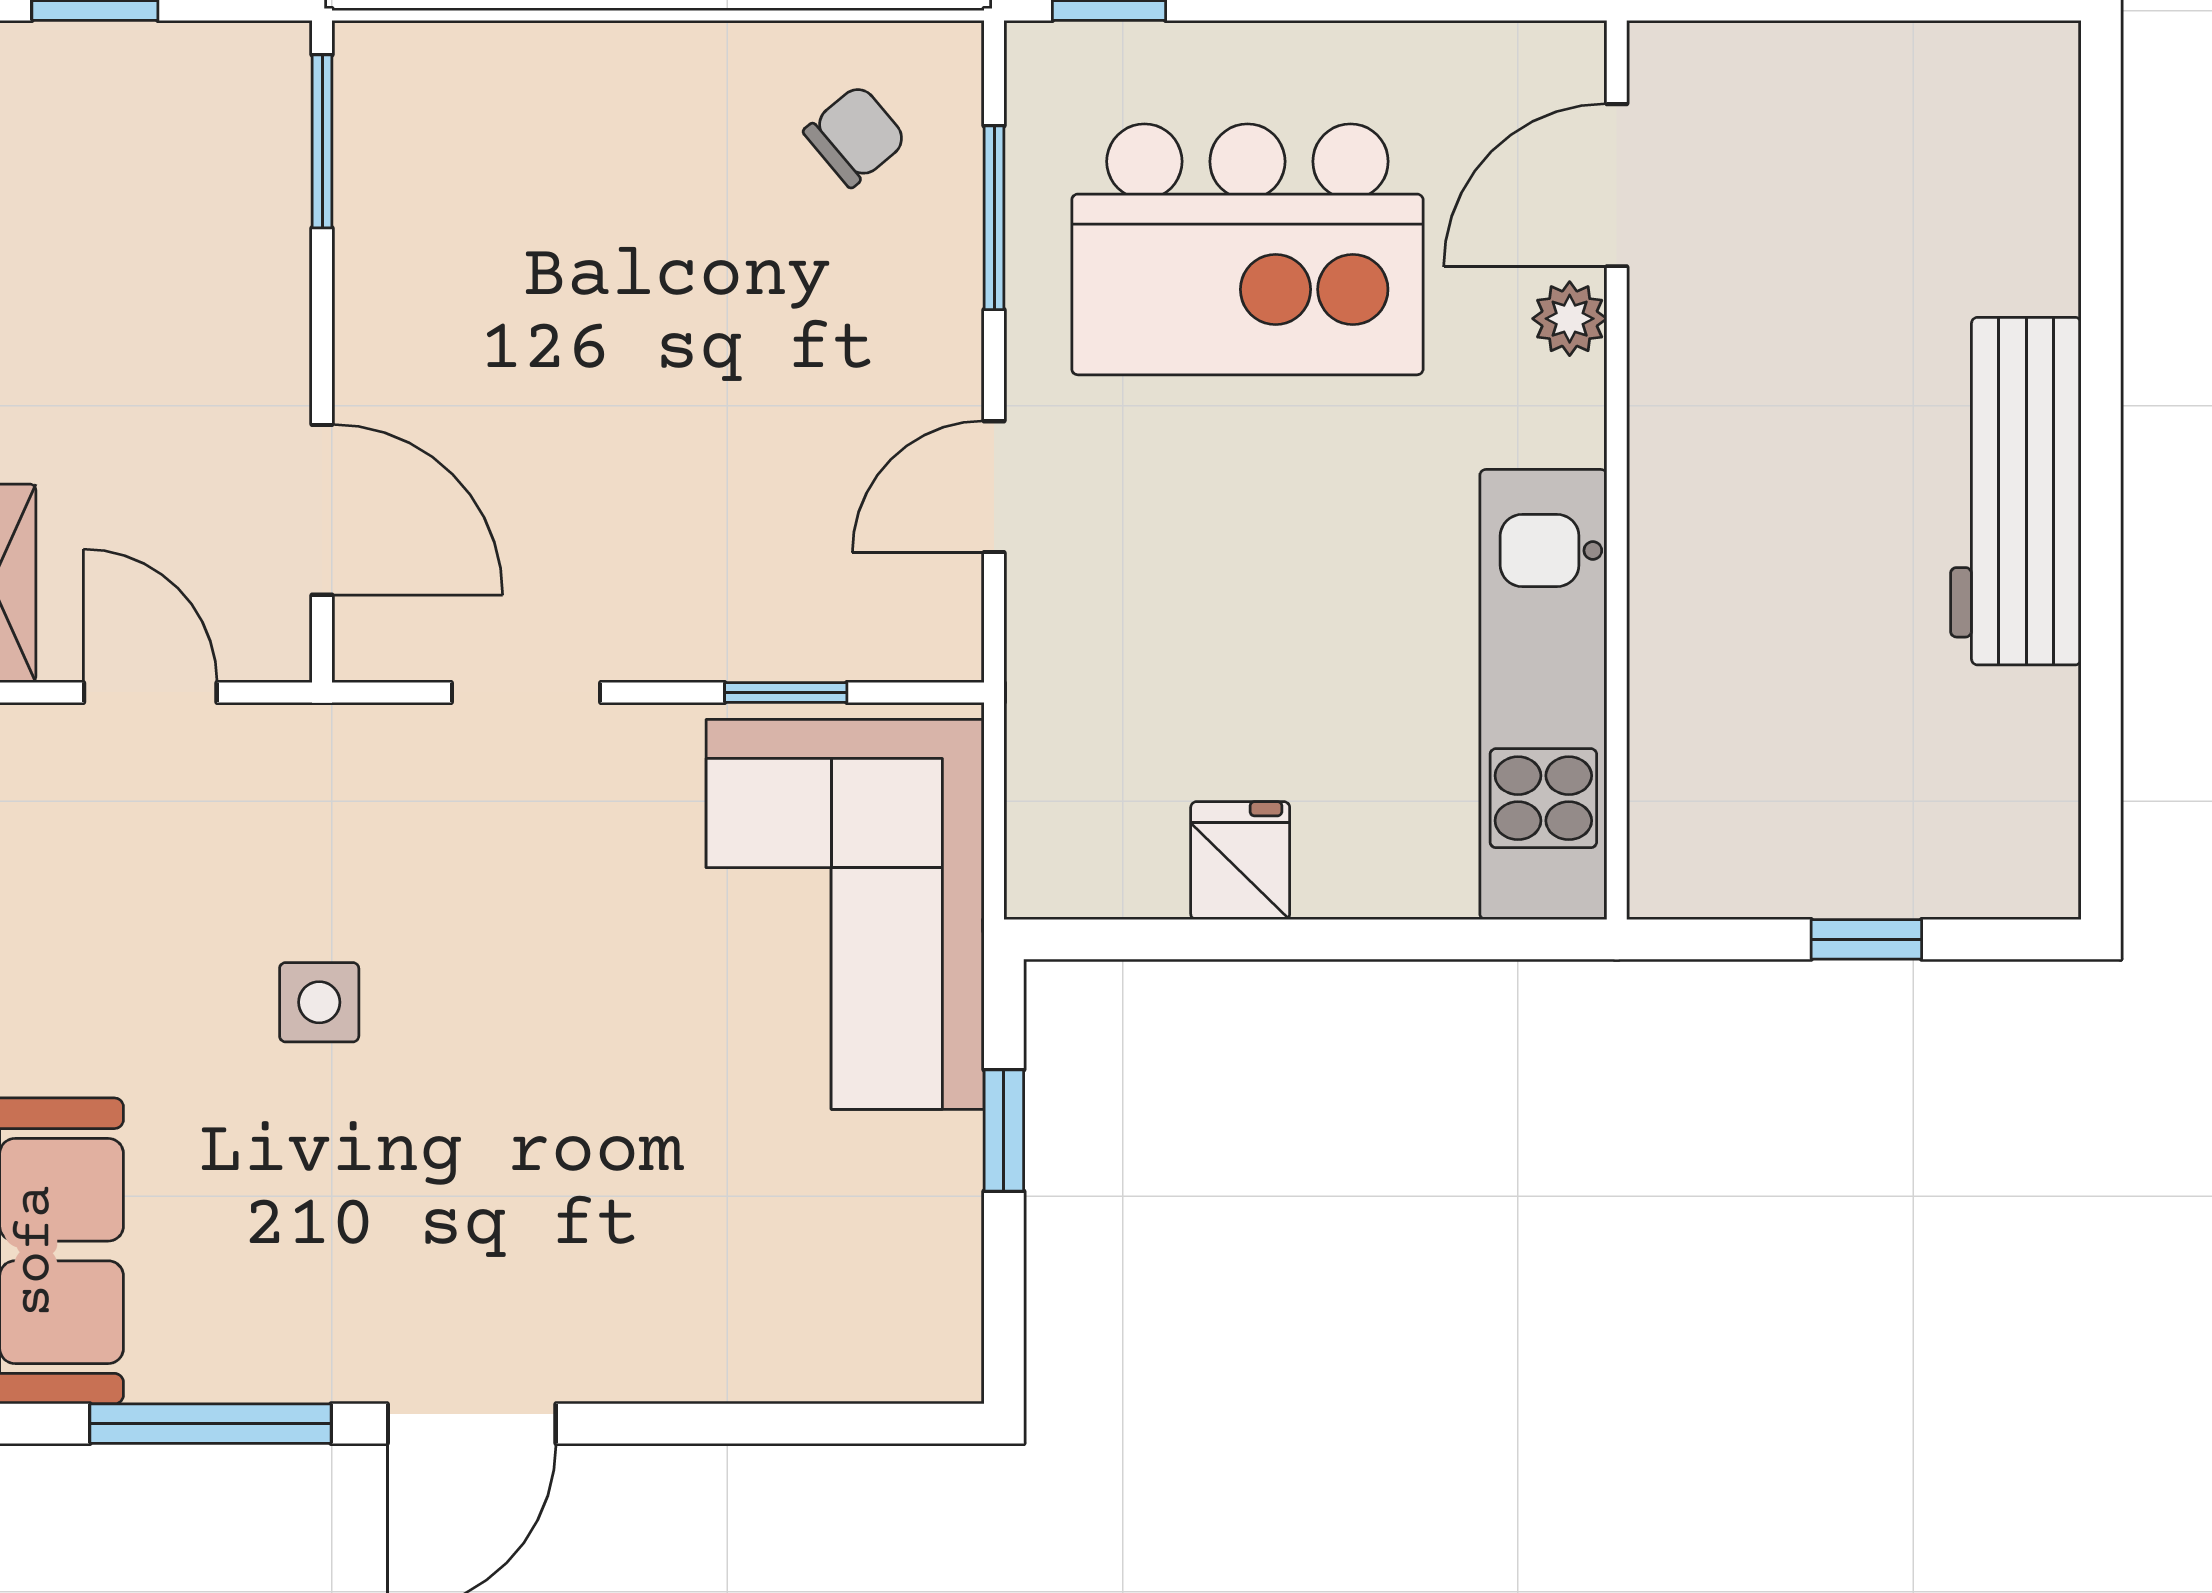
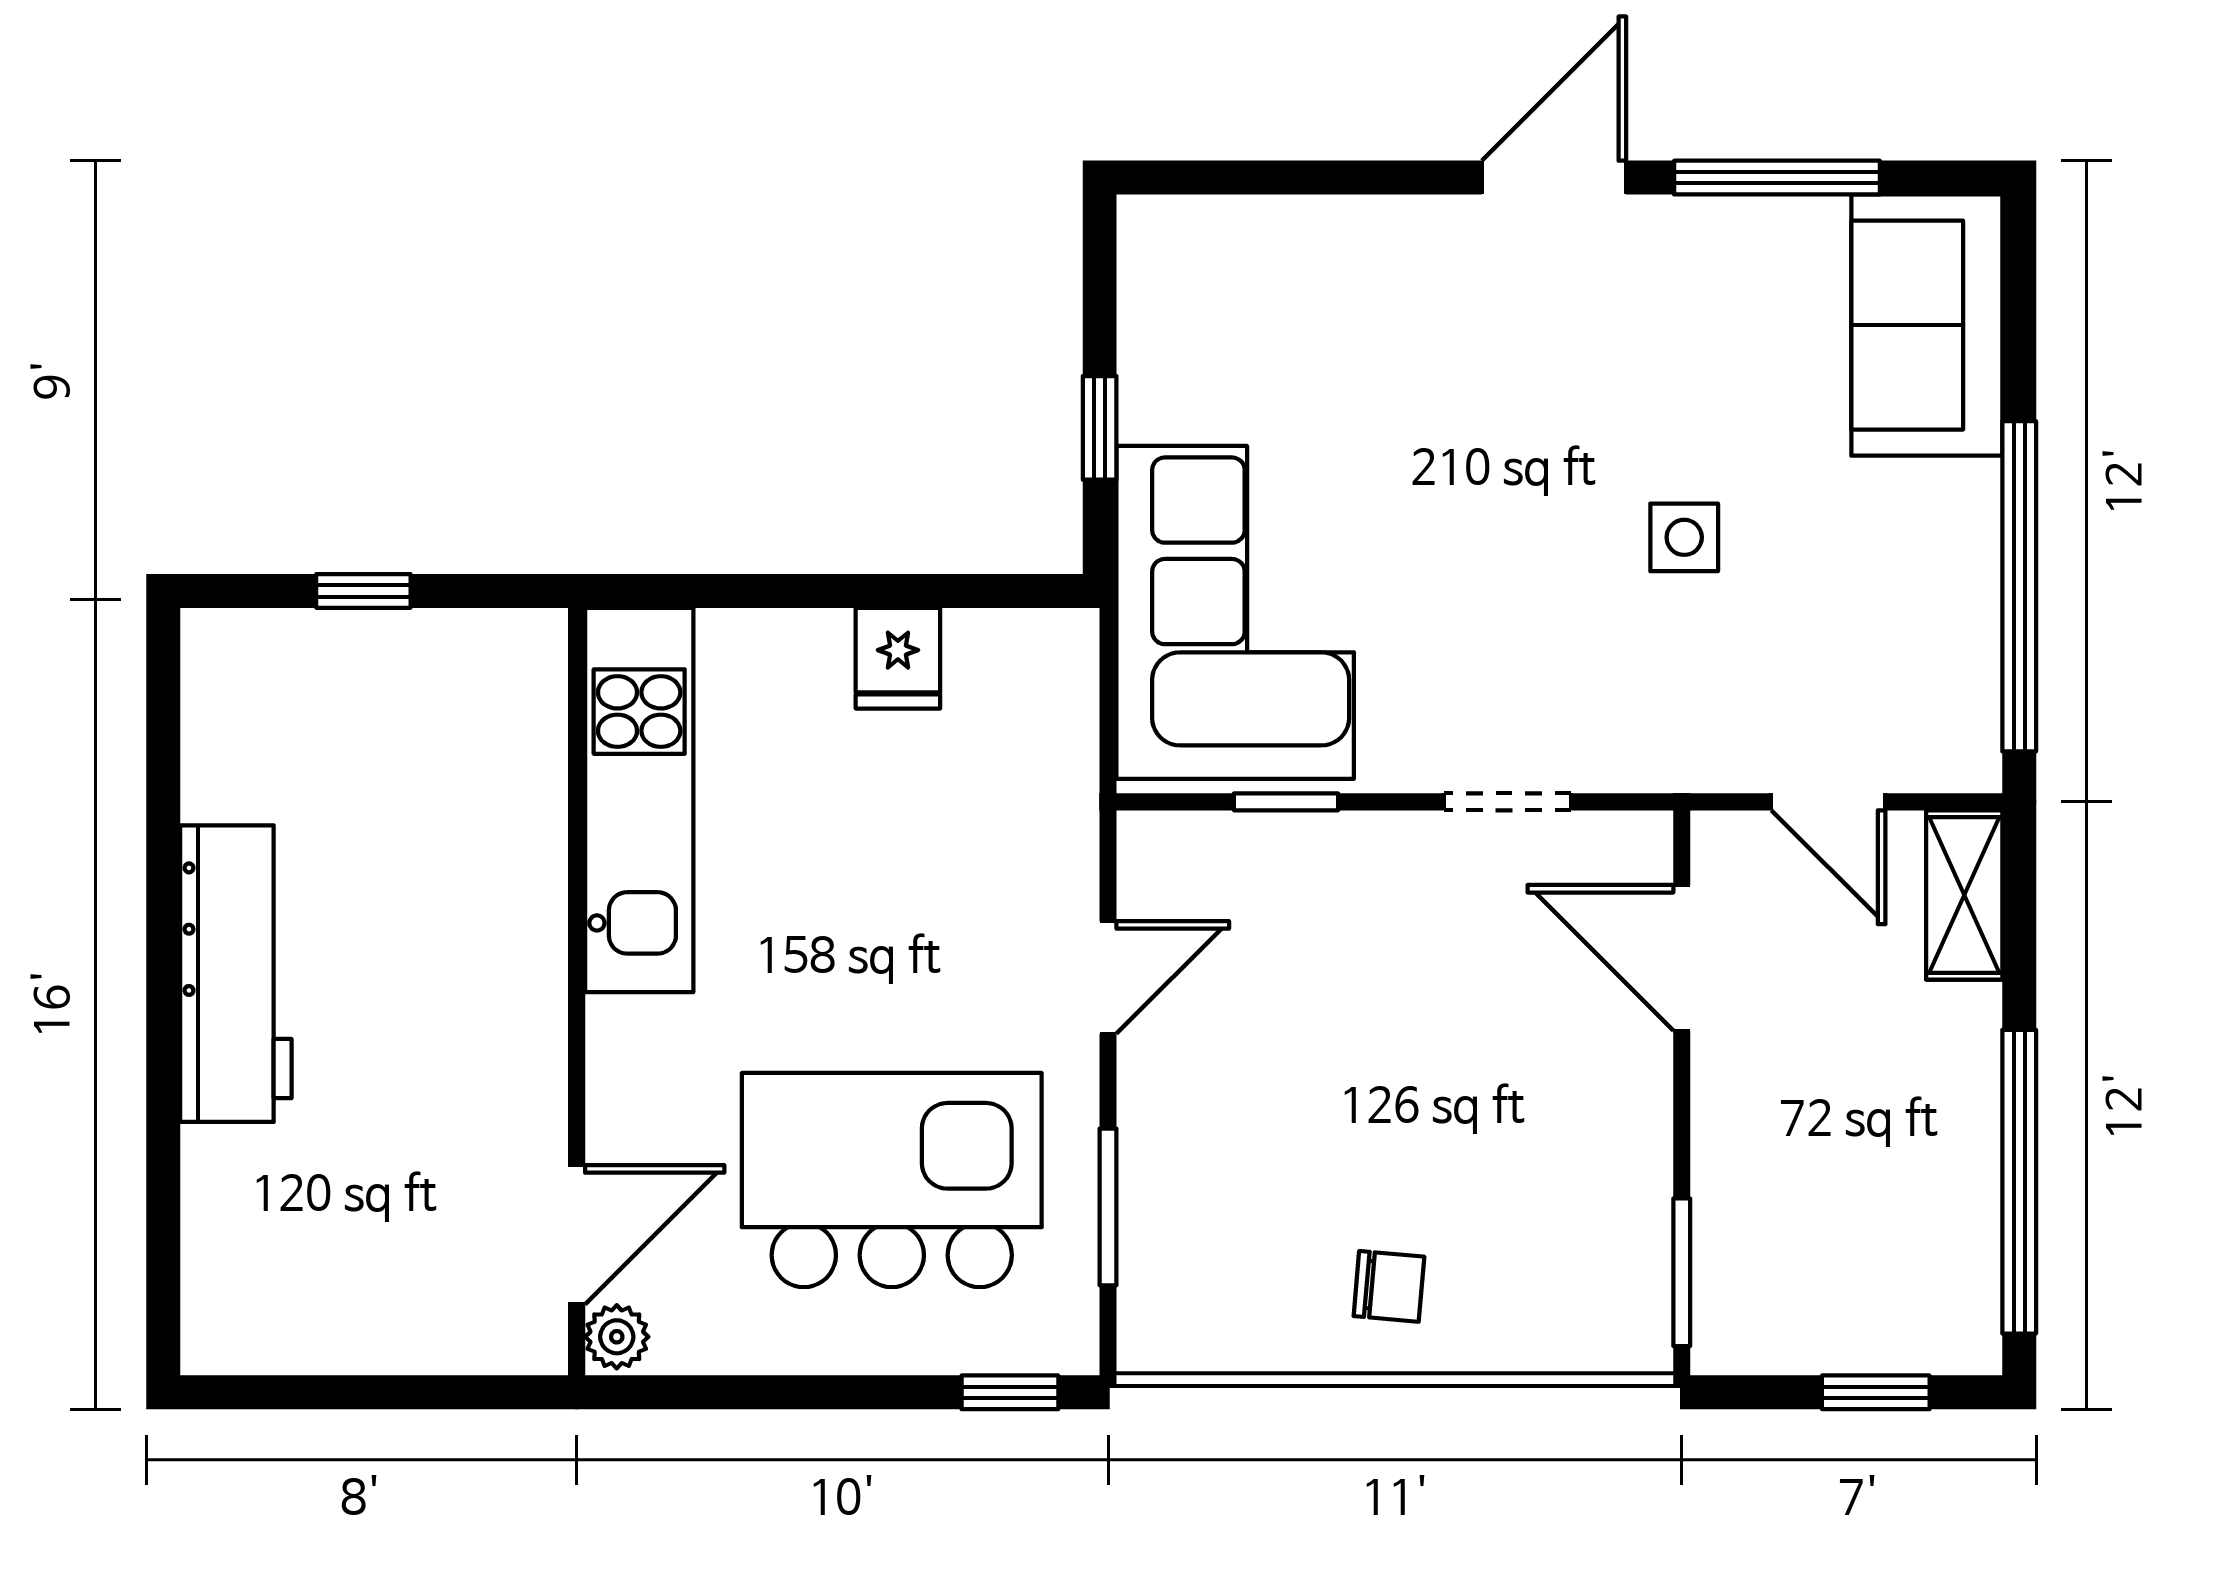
chair: (855, 136) -> (1389, 1286), moved, turned -135
plant: (1570, 319) -> (617, 1337), moved

